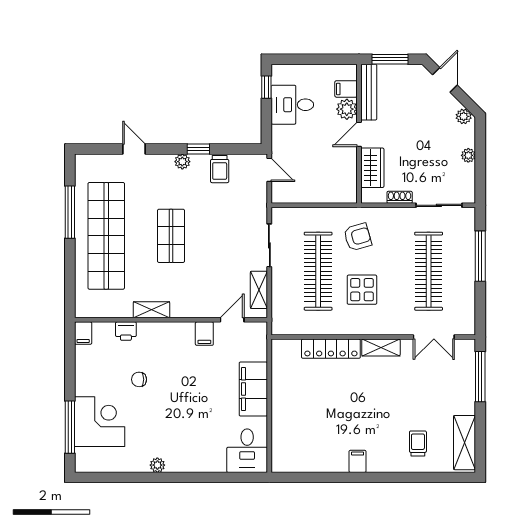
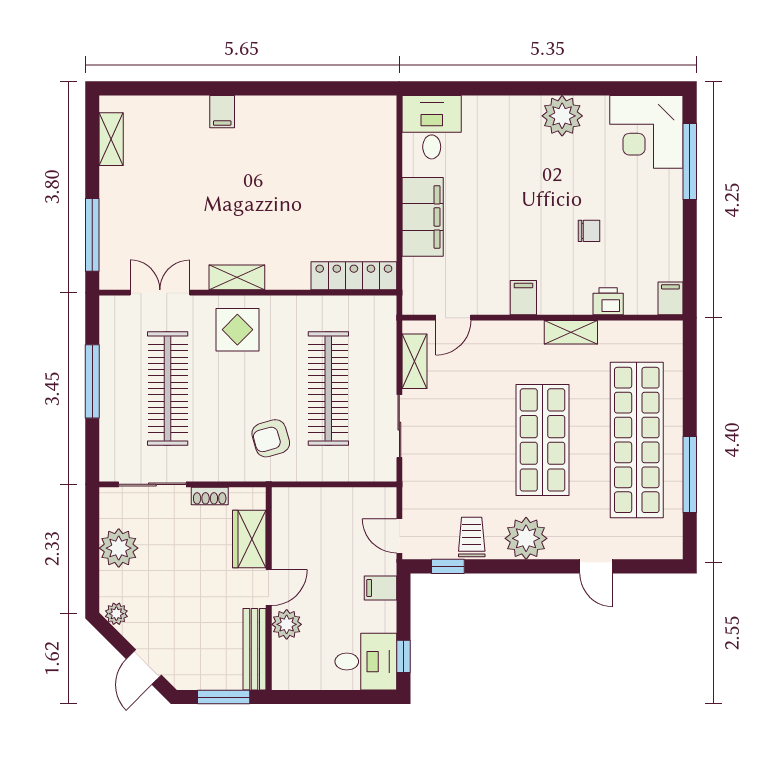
filing cabinet: (346, 89) -> (380, 588), moved, turned 180
desk: (292, 105) -> (366, 662), moved
window: (198, 149) -> (448, 566), moved
plant: (468, 155) -> (119, 548), width x1.87, depth x1.87
plant: (182, 162) -> (526, 538), width x1.87, depth x1.87
shop shelf: (171, 236) -> (542, 440), width x1.43, depth x1.36
window: (480, 256) -> (92, 381), moved
display table: (362, 290) -> (237, 330), moved
filing cabinet: (204, 334) -> (523, 298), moved
locker: (331, 349) -> (354, 276), moved
corner desk: (100, 422) -> (646, 132), moved
trolley: (418, 443) -> (183, 138), removed
shelving: (465, 443) -> (111, 139), width x0.67, depth x0.75
filing cabinet: (358, 461) -> (222, 112), moved
plant: (157, 465) -> (562, 116), width x1.88, depth x1.88

